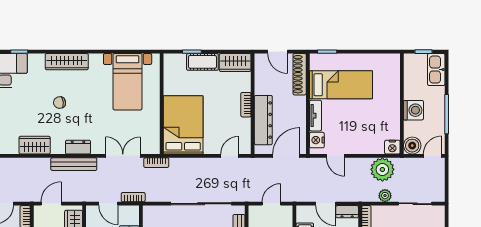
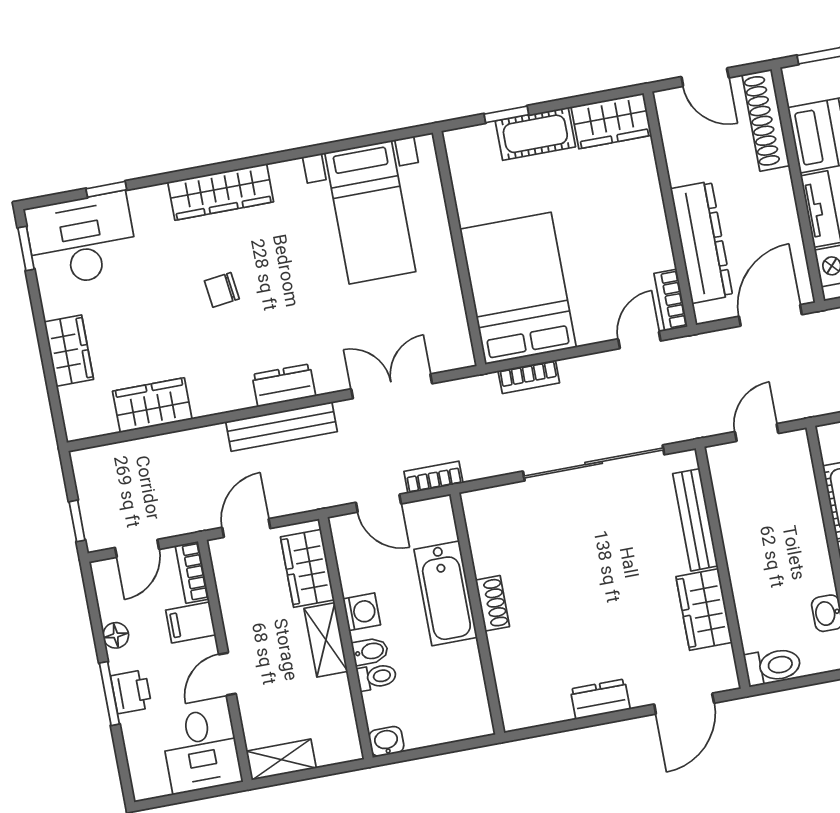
bookcase: (246, 105) -> (671, 300), moved
wardrobe: (35, 145) -> (152, 405), moved
bookcase: (156, 163) -> (529, 377), moved

